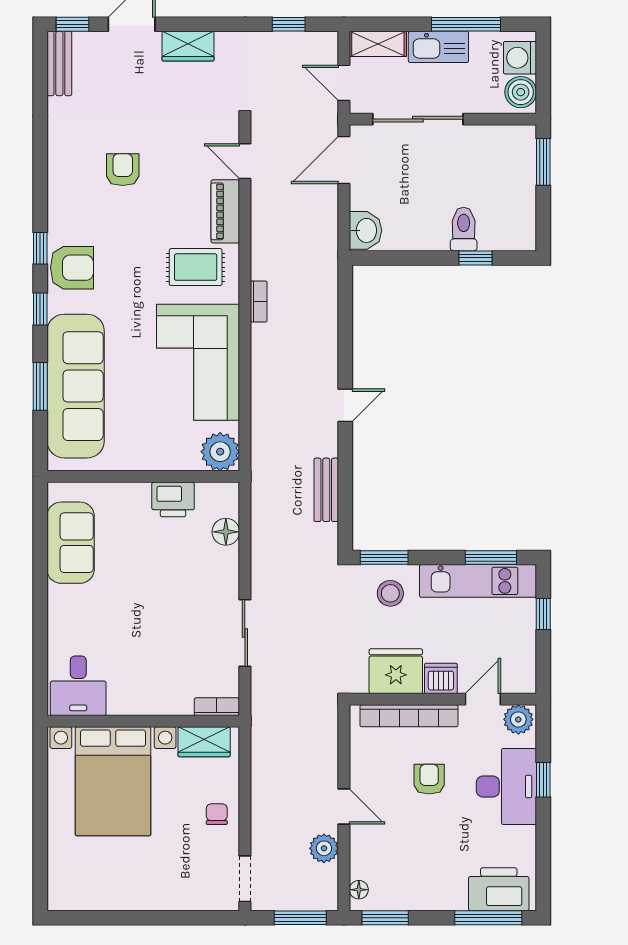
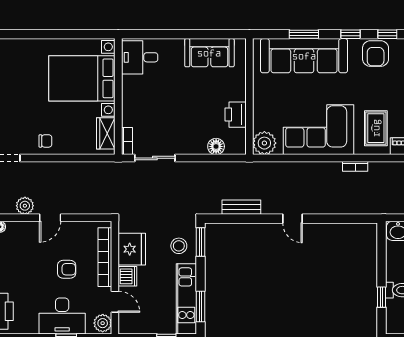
desk: (78, 686) -> (140, 57), moved
bookcase: (217, 707) -> (127, 141), moved
wall: (143, 721) -> (118, 97), moved
wardrobe: (204, 742) -> (106, 133), moved
bed with nightstands: (113, 781) -> (82, 78), moved

